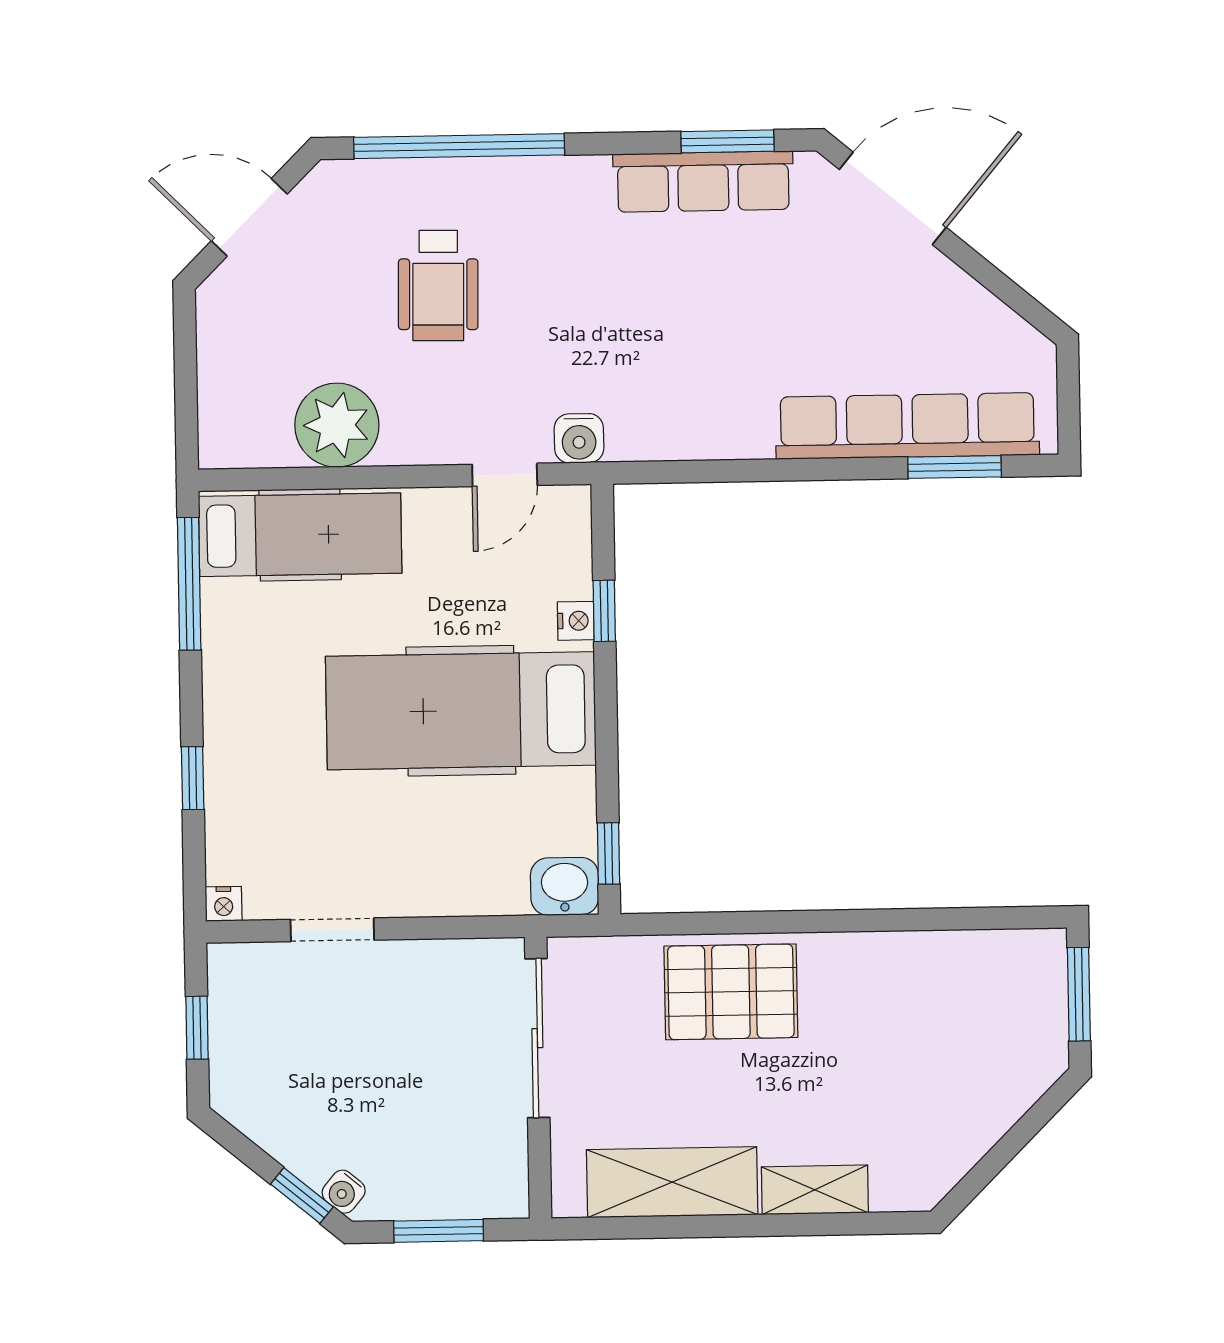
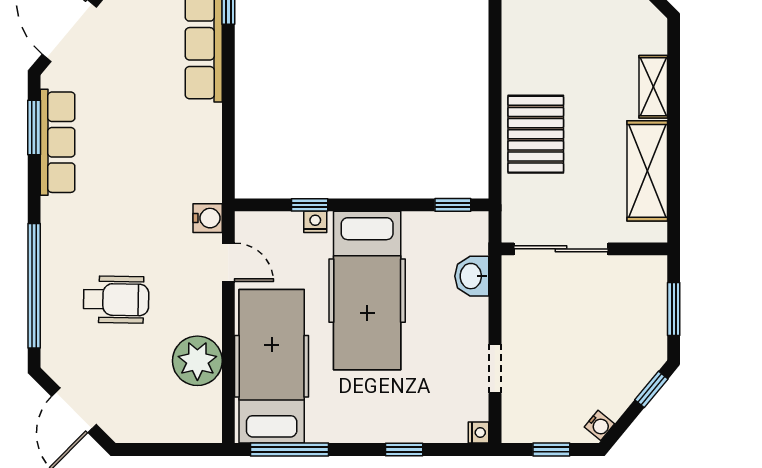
hospital bed: (300, 535) -> (272, 366), width x1.37, depth x1.29
washbasin: (565, 886) -> (472, 276), moved
water cooler: (344, 1192) -> (599, 425), moved

